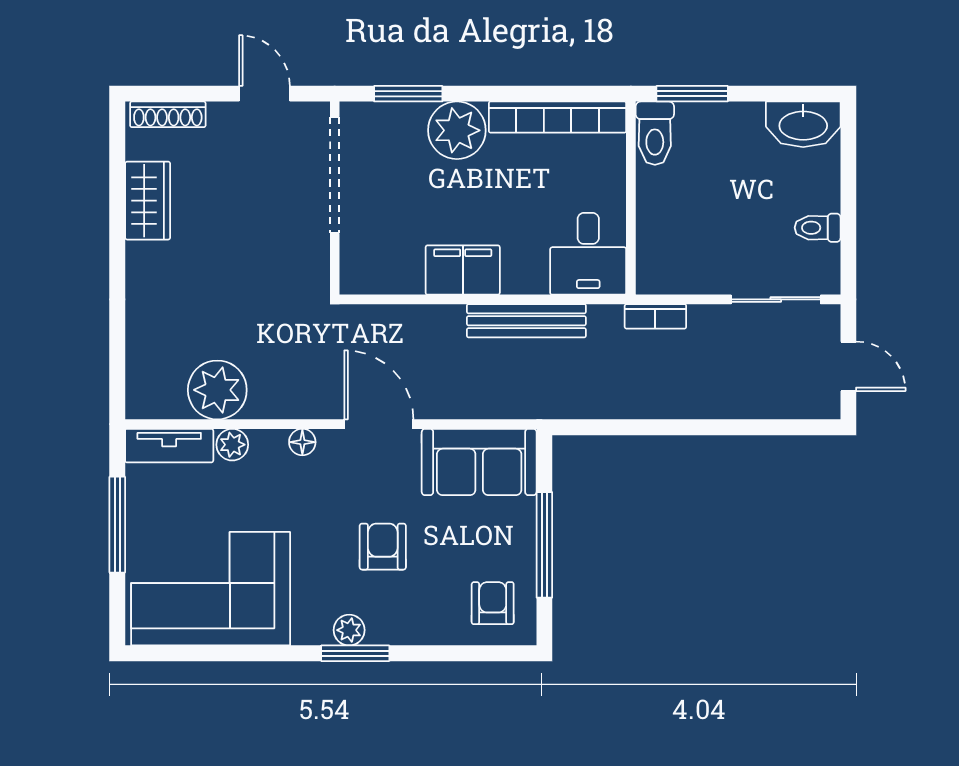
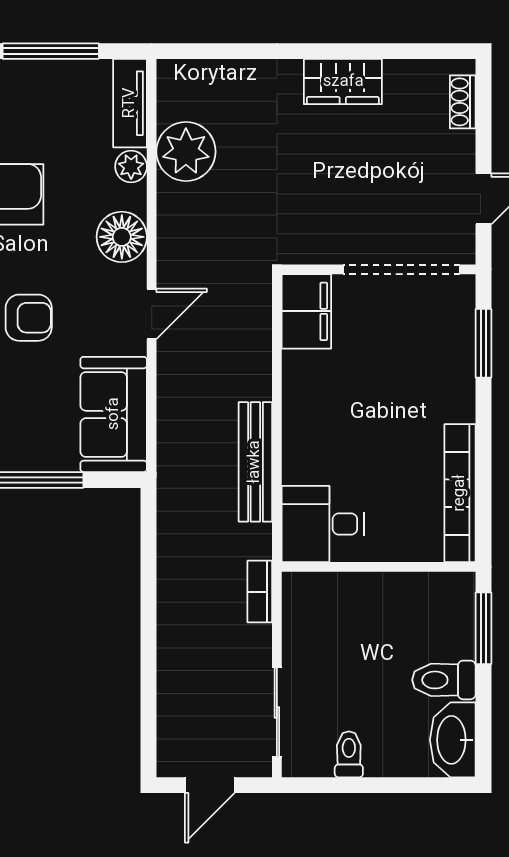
shoe rack: (168, 114) -> (463, 102), width x0.70
plant: (457, 130) -> (447, 392), removed
toilet: (655, 133) -> (444, 680), moved
wardrobe: (148, 201) -> (343, 82), moved
filing cabinet: (463, 270) -> (306, 311), moved
door: (379, 424) -> (152, 314), width x0.73
floor lamp: (302, 442) -> (122, 237), width x1.89, depth x1.89

